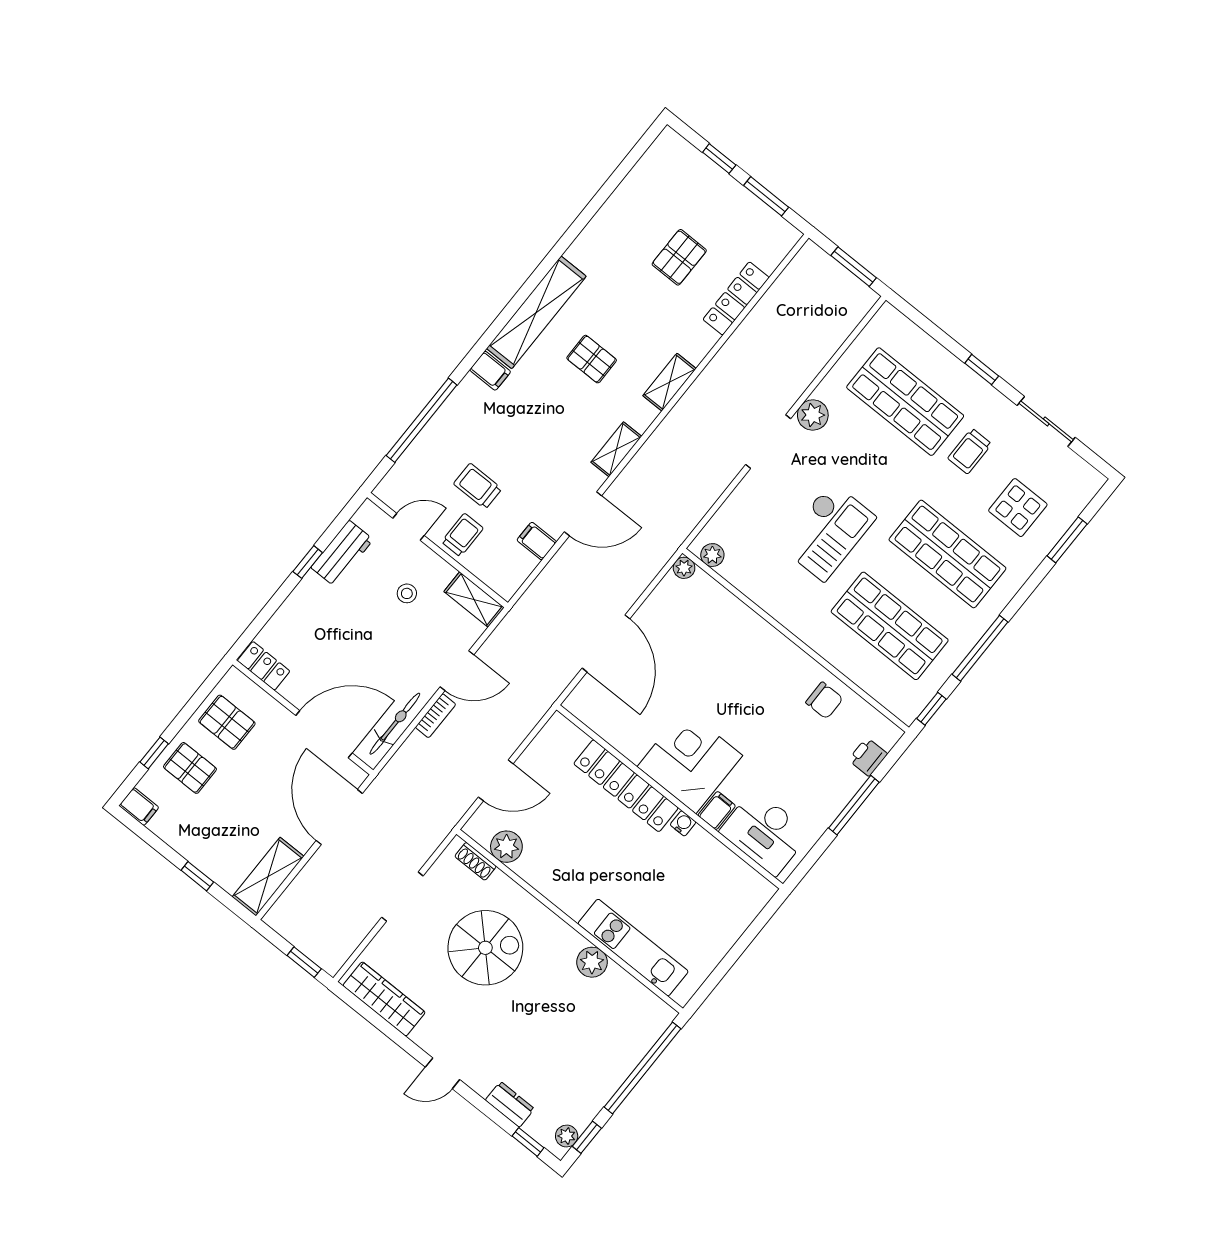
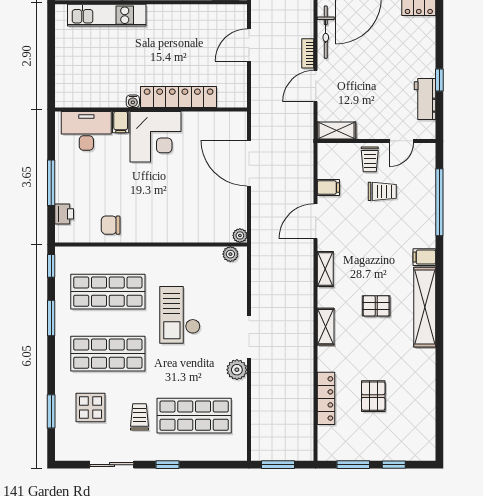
stool: (407, 593) -> (374, 105), removed
window: (980, 648) -> (51, 318), width x0.69
plant: (506, 847) -> (216, 15), removed

